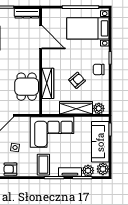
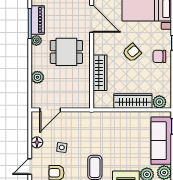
armchair: (77, 80) -> (132, 53), moved
dining table: (27, 87) -> (66, 52), moved, turned 90
corner sofa: (52, 132) -> (105, 129), removed

